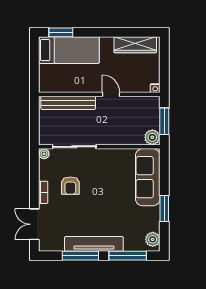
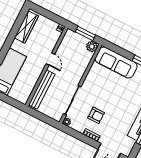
door: (111, 94) -> (50, 59), swing flipped

